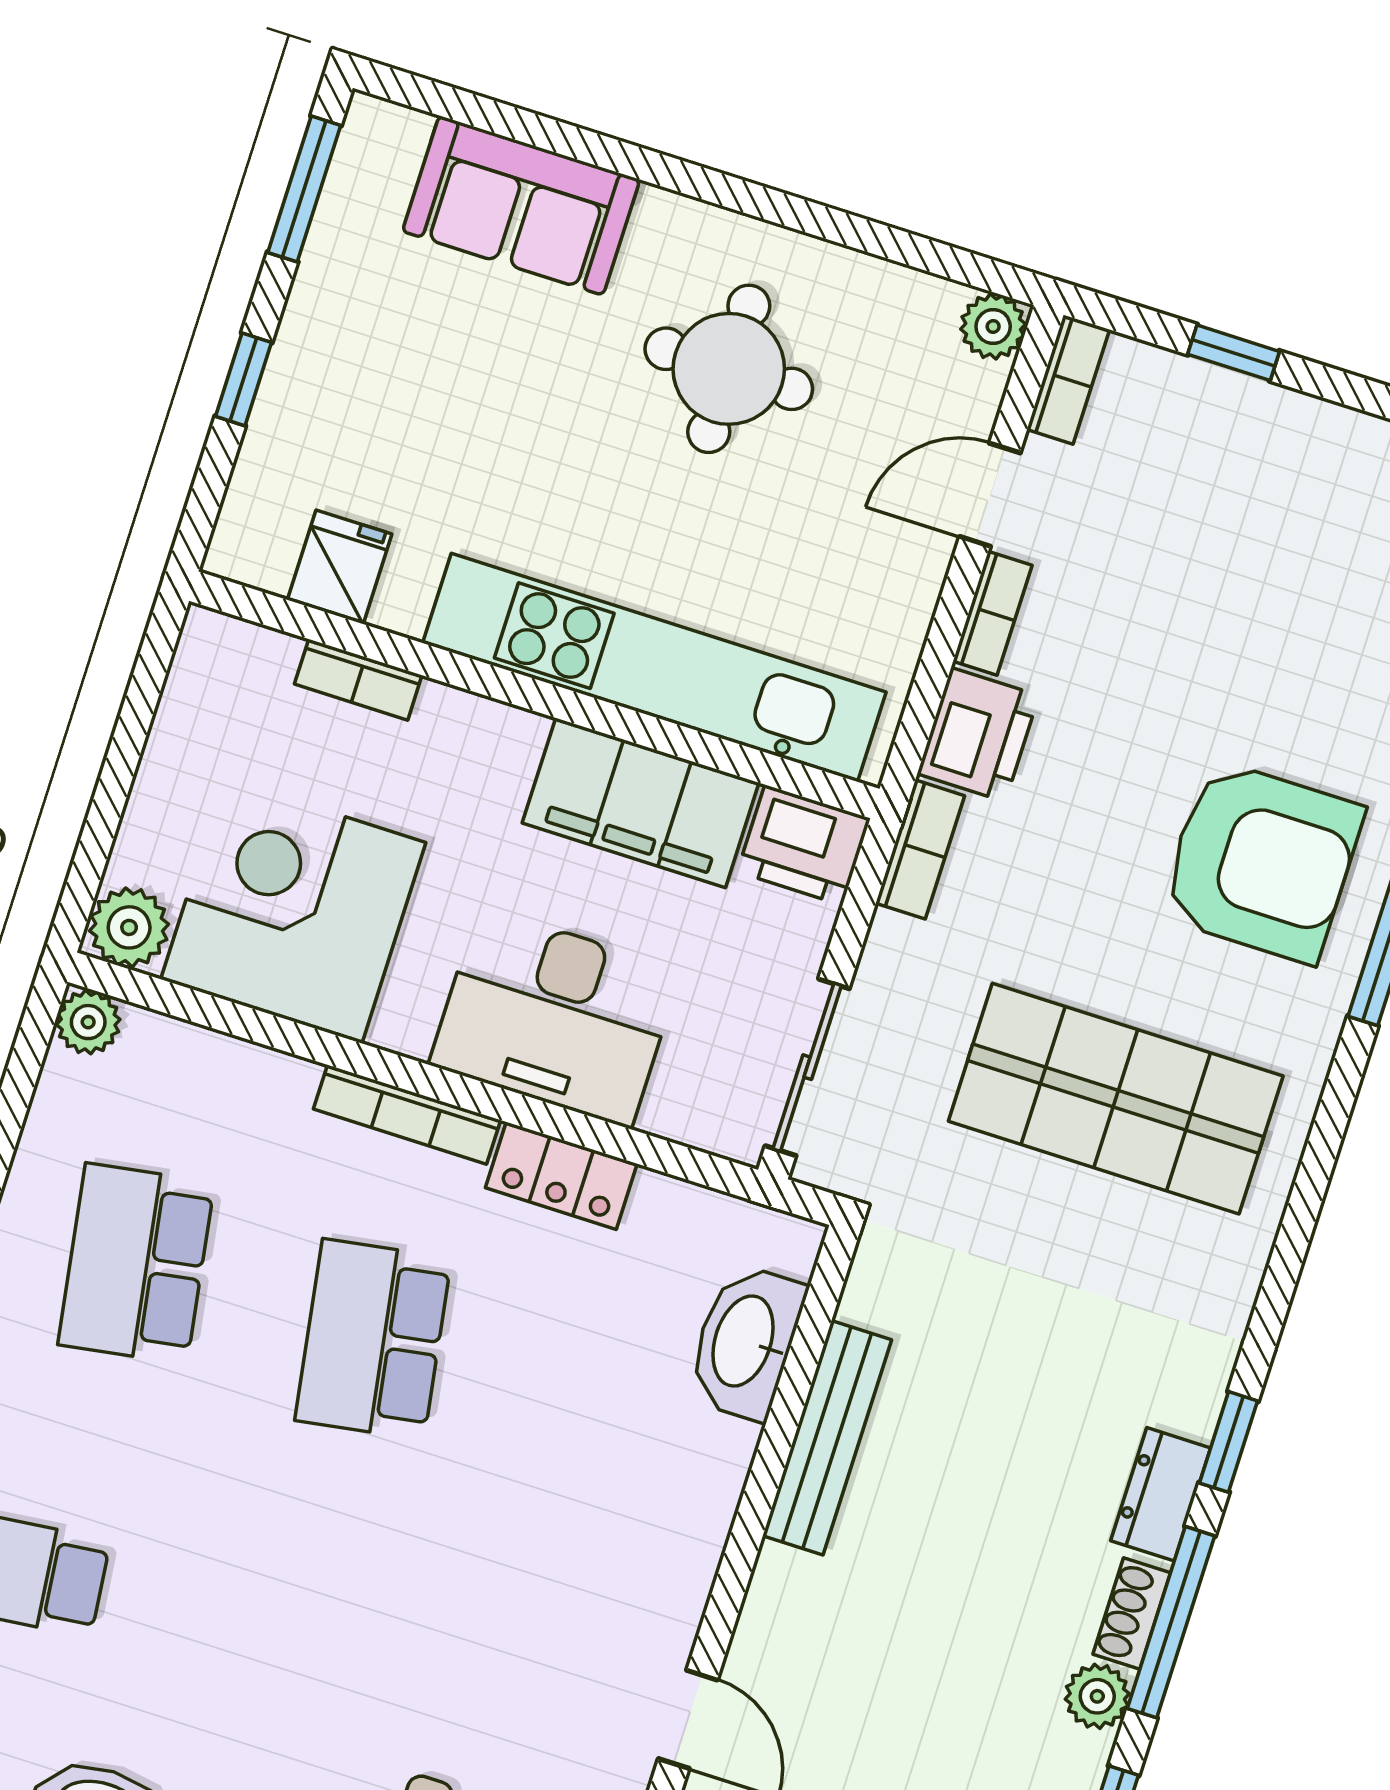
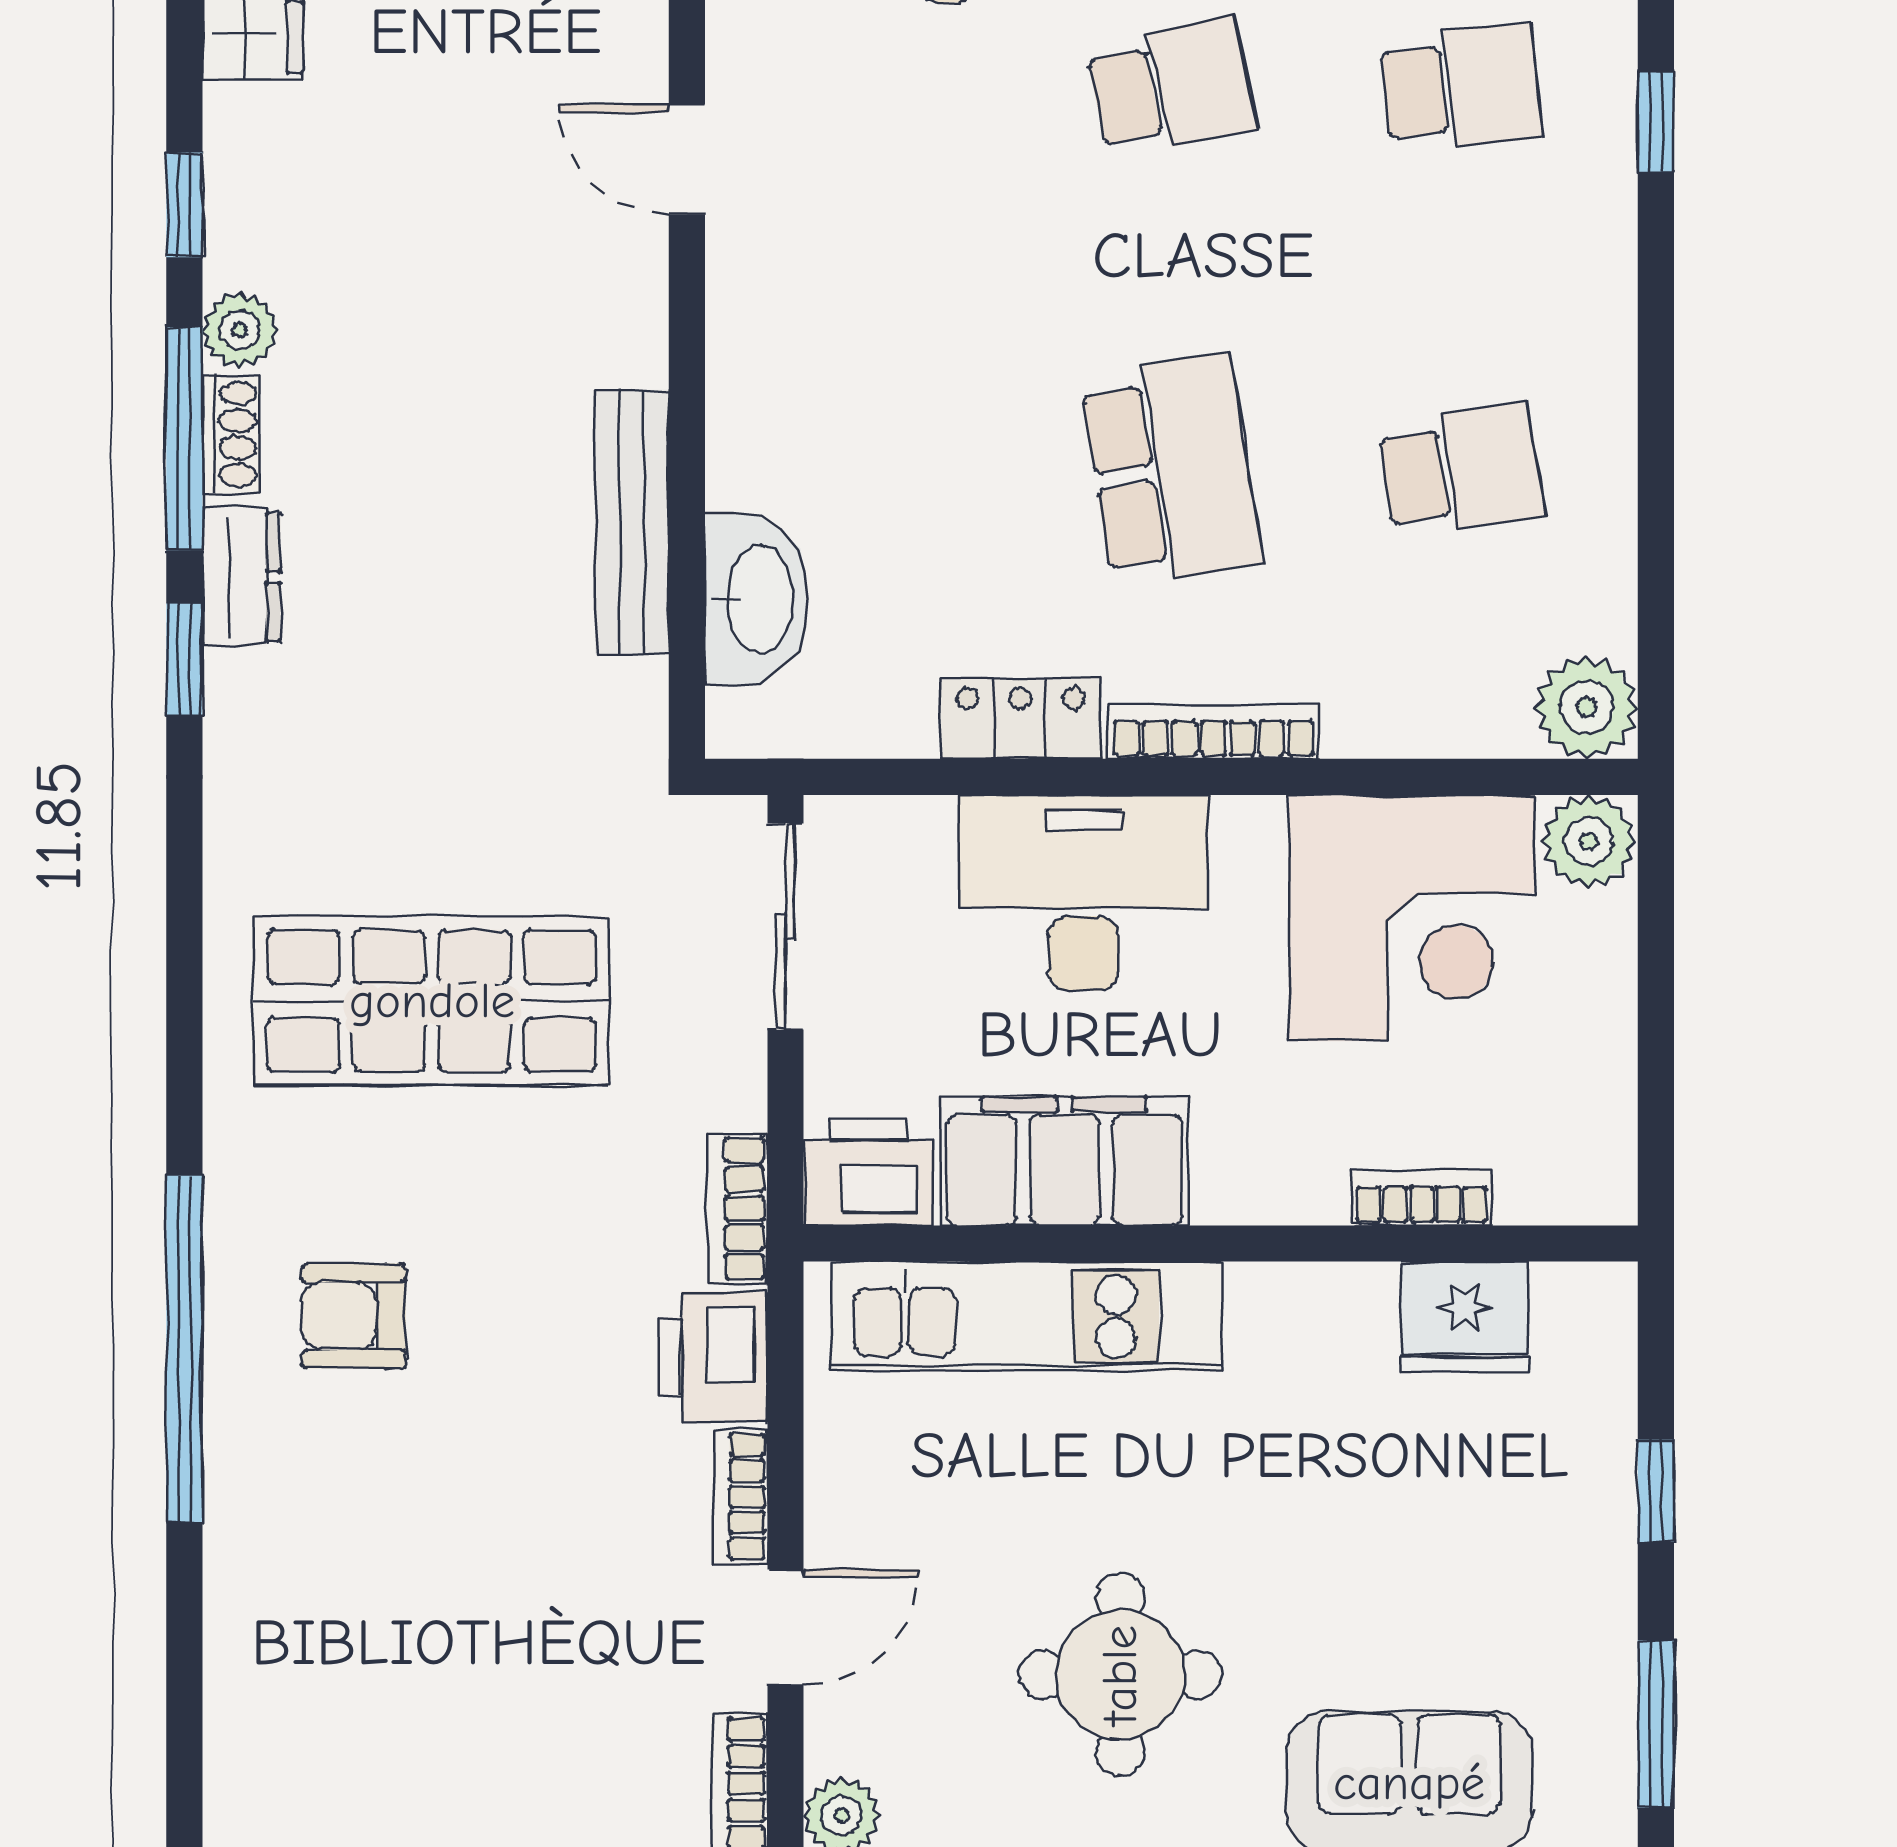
fridge: (340, 567) -> (1465, 1317), width x1.38
kitchen unit: (654, 667) -> (1026, 1316), width x0.73
armchair: (1261, 862) -> (354, 1316), width x0.53, depth x0.53
plant: (88, 1022) -> (1587, 708), width x1.38, depth x1.38
school desk: (136, 1264) -> (1461, 470), width x0.54
school desk: (273, 1652) -> (1171, 88), added

